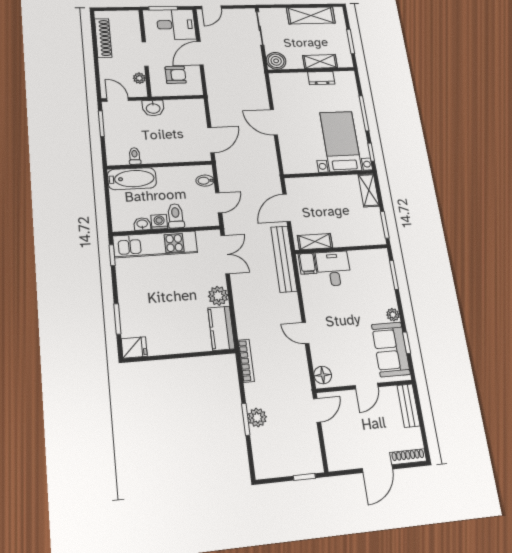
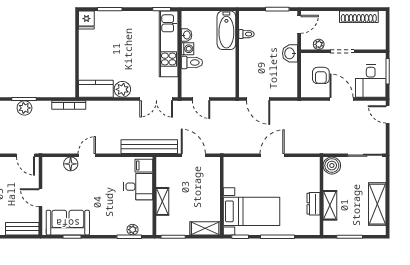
bidet: (205, 181) -> (221, 90), removed
shelving: (315, 242) -> (162, 201), moved
plant: (393, 315) -> (132, 230), moved
floor lamp: (323, 375) -> (71, 164), moved

